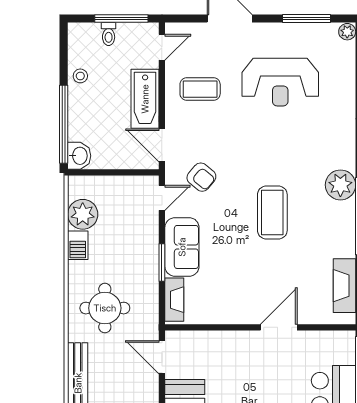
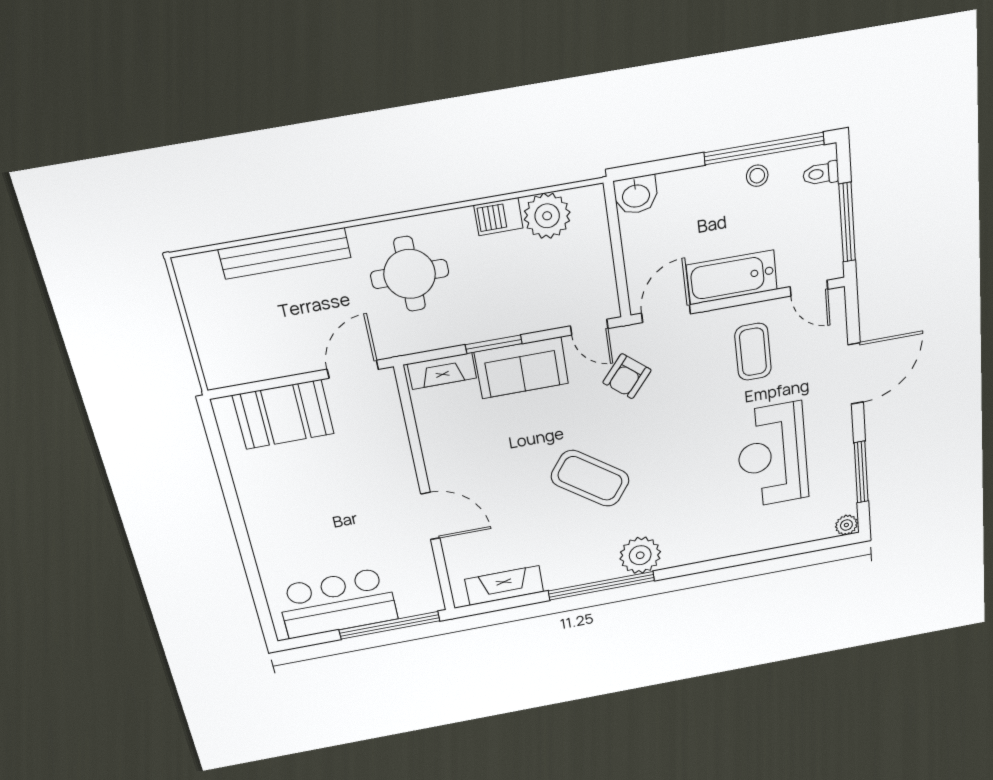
toilet: (109, 34) -> (821, 174), moved
window: (64, 124) -> (764, 148), moved
coffee table: (272, 213) -> (590, 478), turned 36

